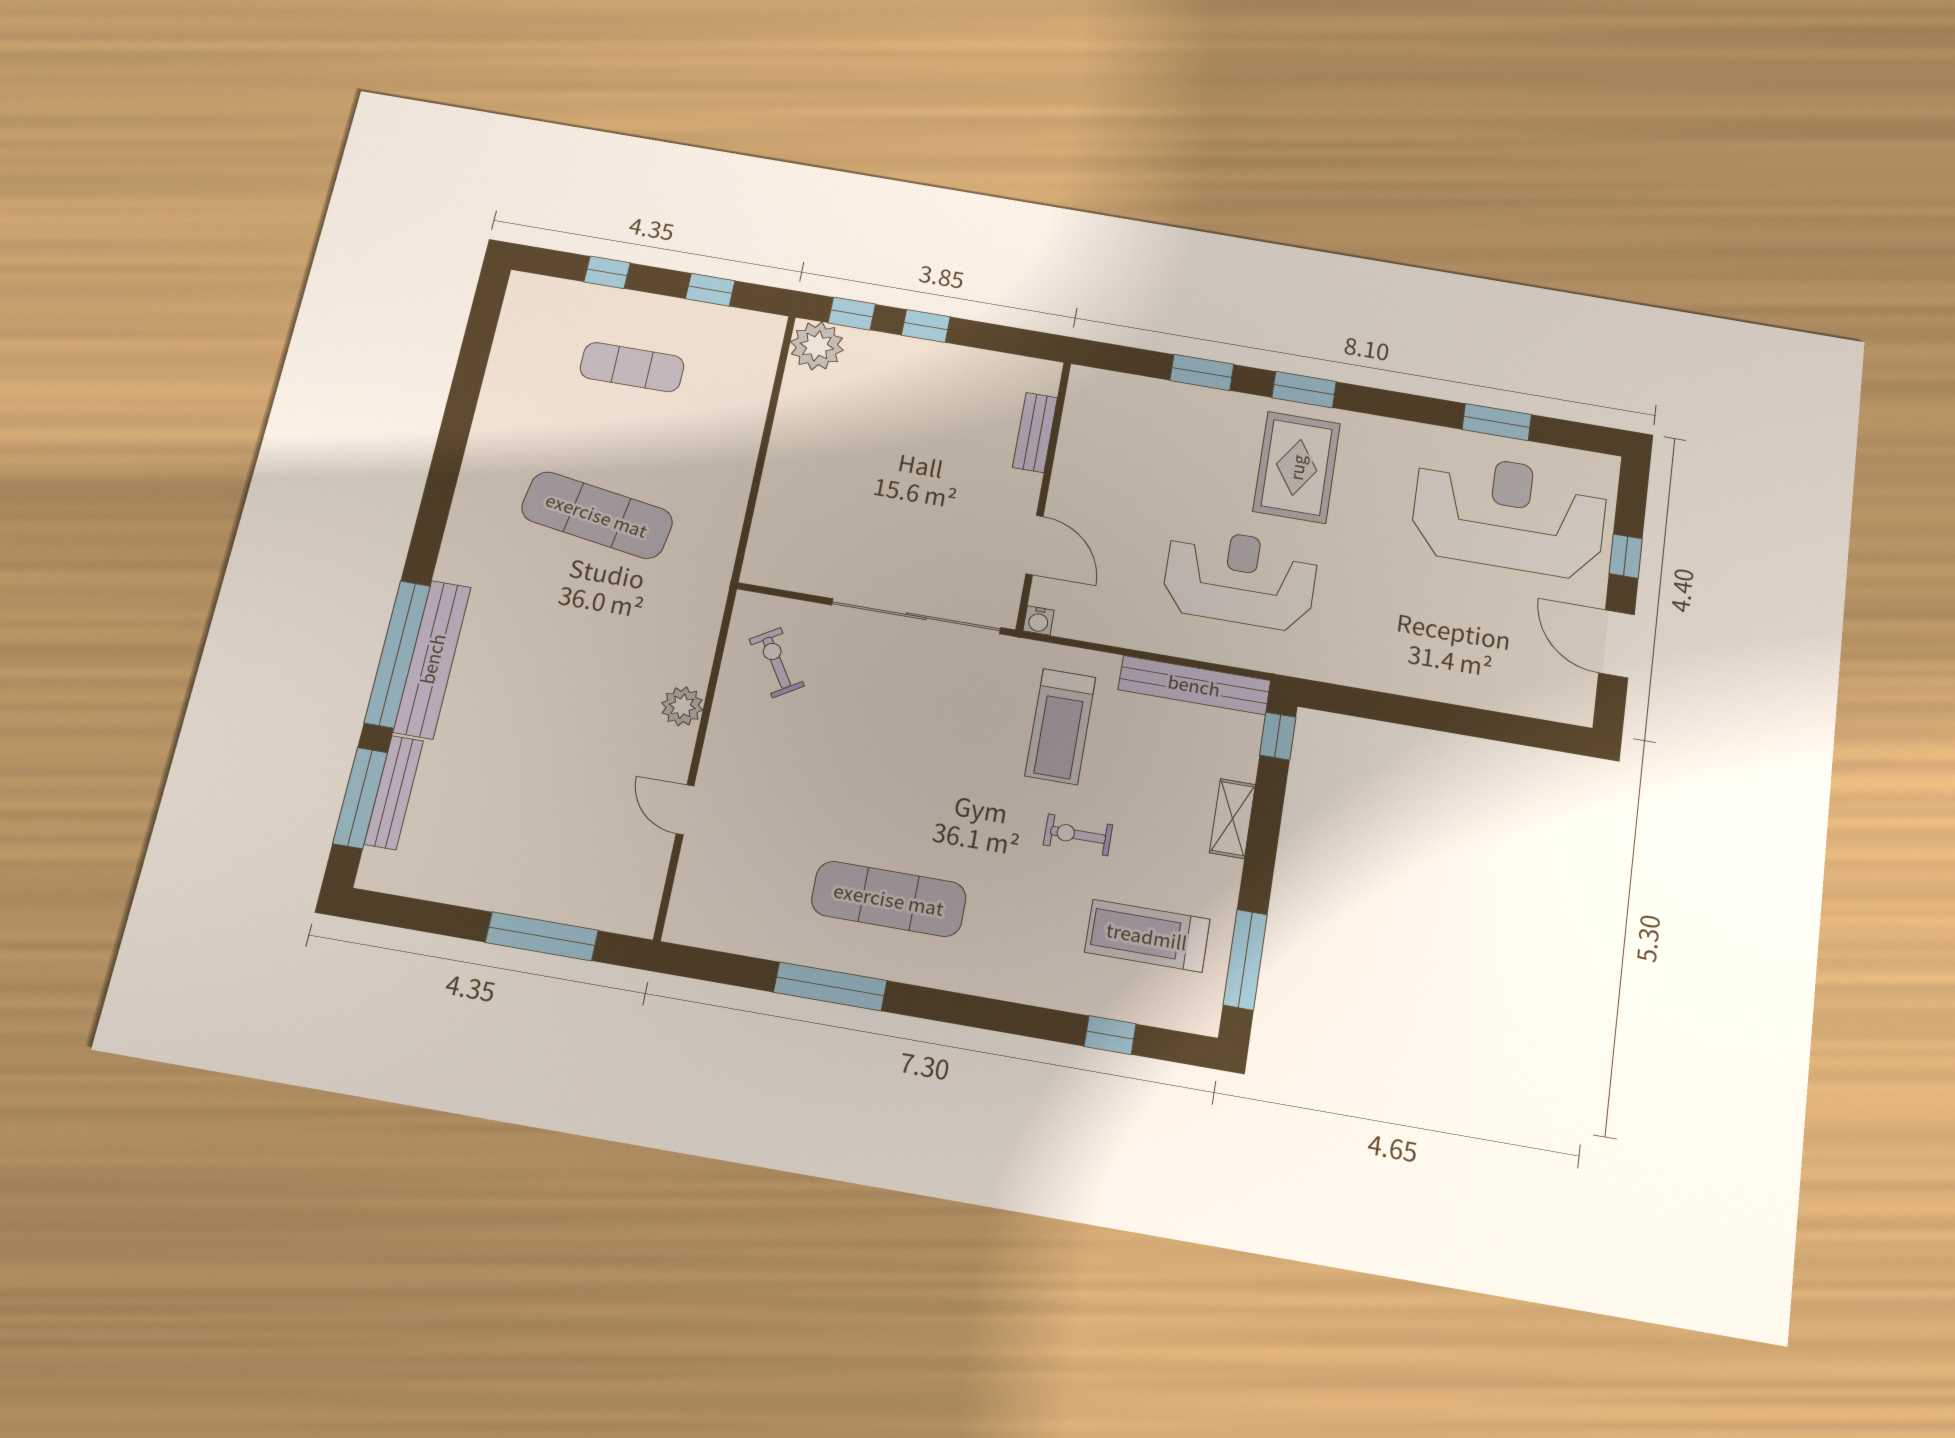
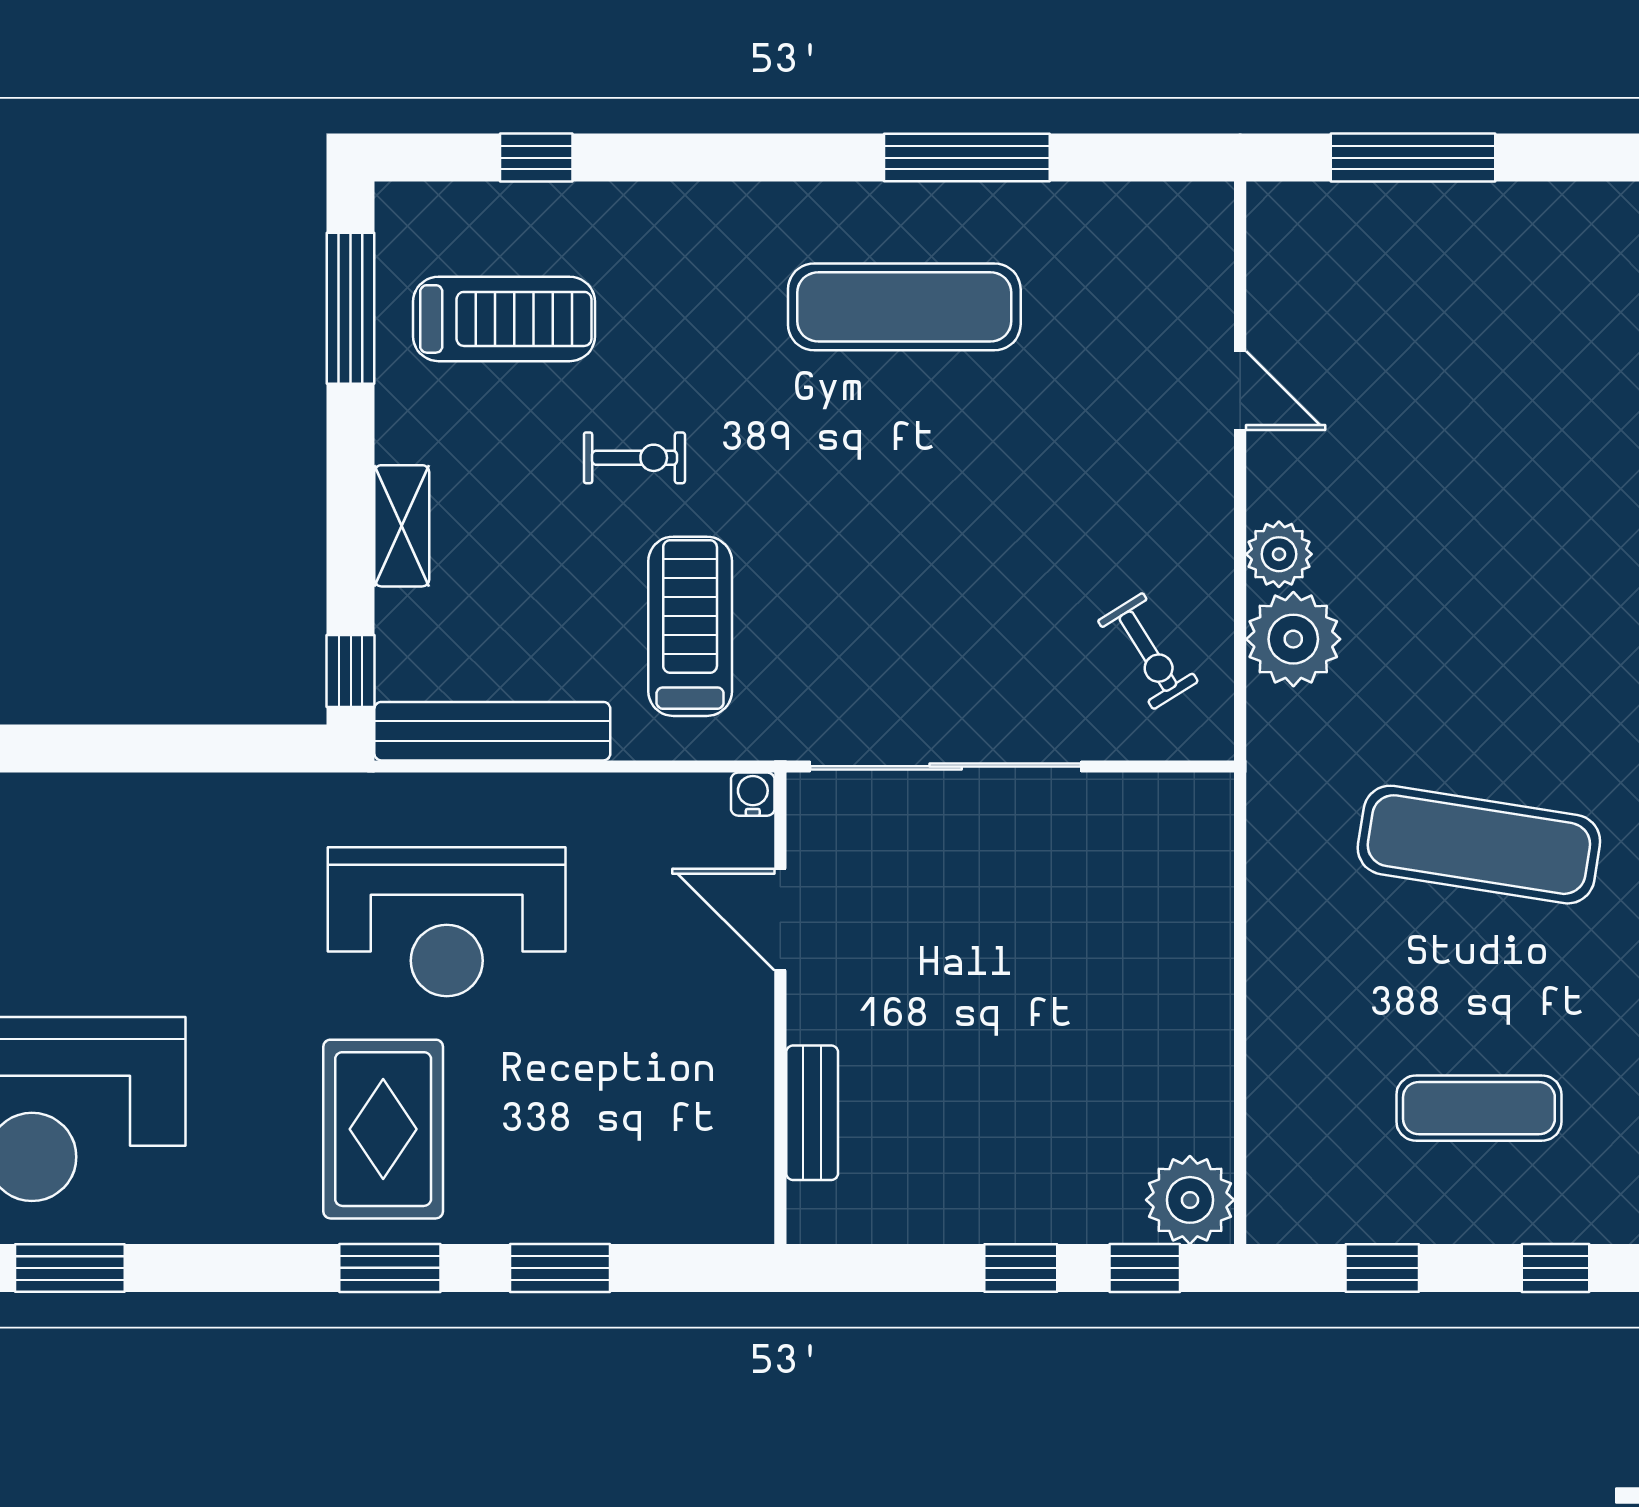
plant: (684, 654) -> (1293, 639), added

